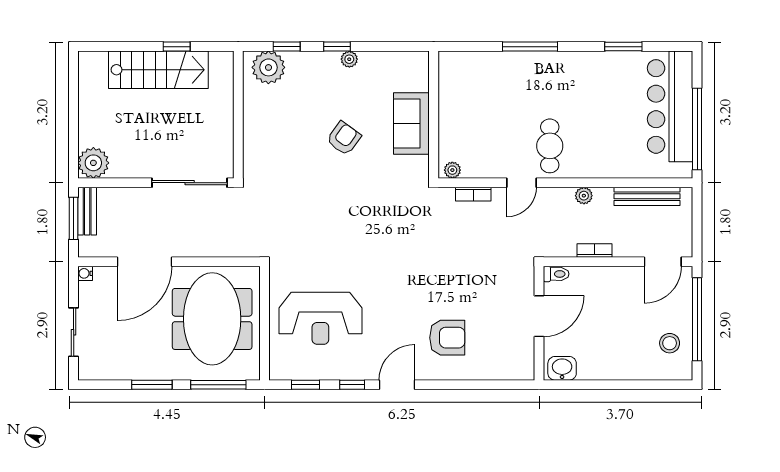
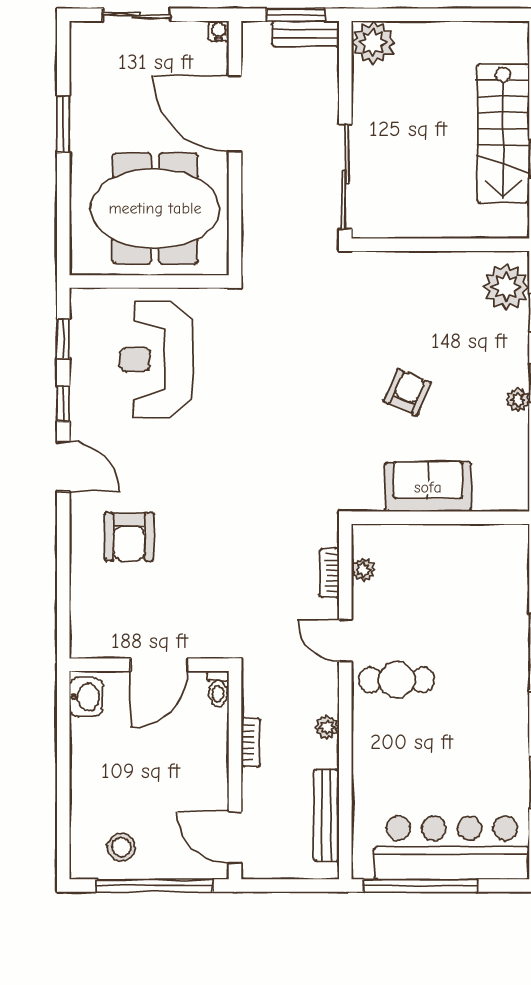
armchair: (344, 138) -> (407, 392), turned -103
plant: (452, 170) -> (363, 570), moved
door: (539, 316) -> (159, 665), hinge flipped
window: (218, 385) -> (63, 217), removed

